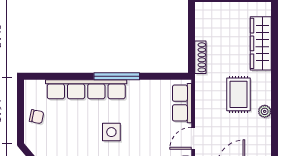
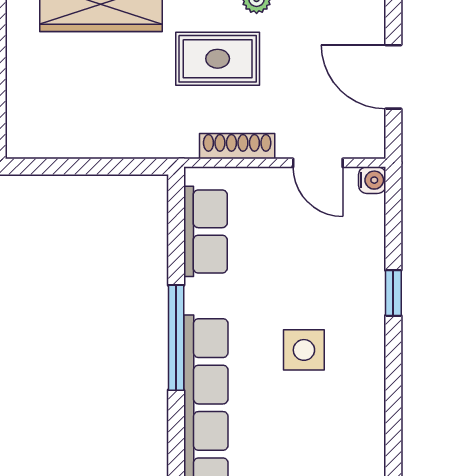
shoe rack: (200, 57) -> (237, 146), moved
row of seats: (182, 103) -> (206, 231), moved, turned -90

